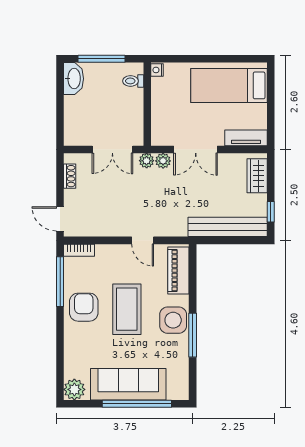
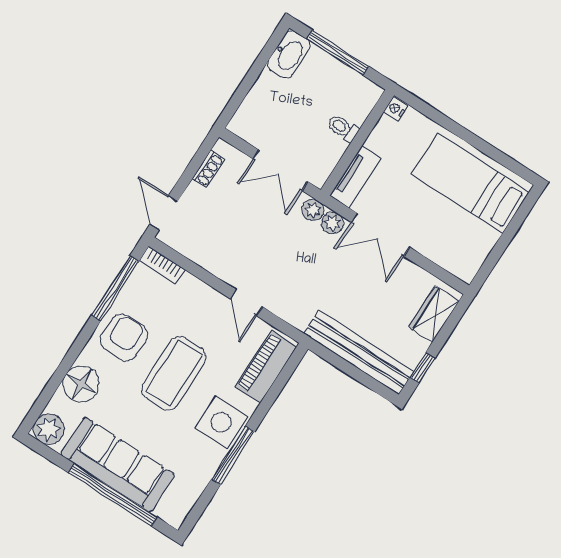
toilet: (133, 81) -> (343, 128), moved
tv unit: (246, 138) -> (355, 176), moved, turned 90
floor lamp: (76, 351) -> (81, 384), added

